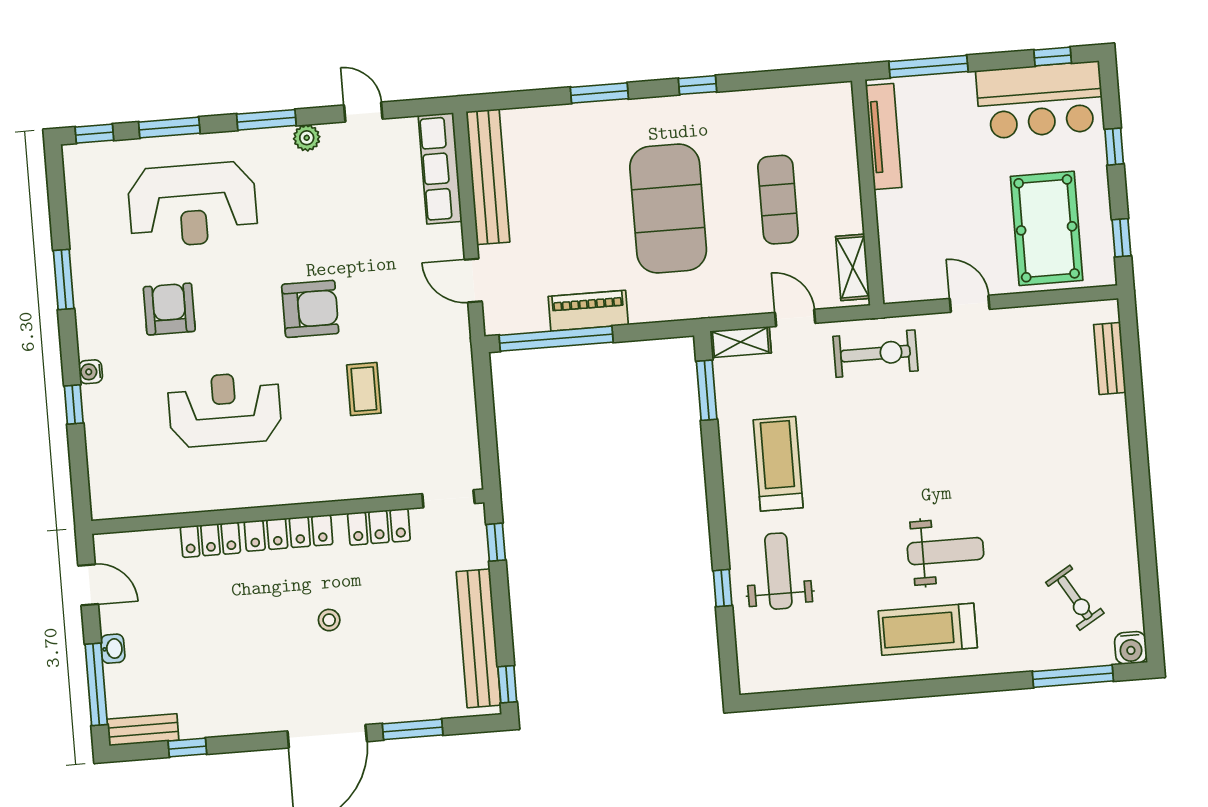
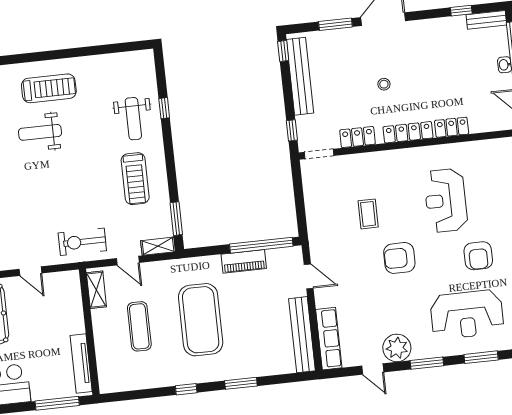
plant: (307, 138) -> (397, 348), width x1.88, depth x1.88
reception desk: (192, 205) -> (467, 314), turned 180
reception desk: (225, 409) -> (446, 200), turned 90

